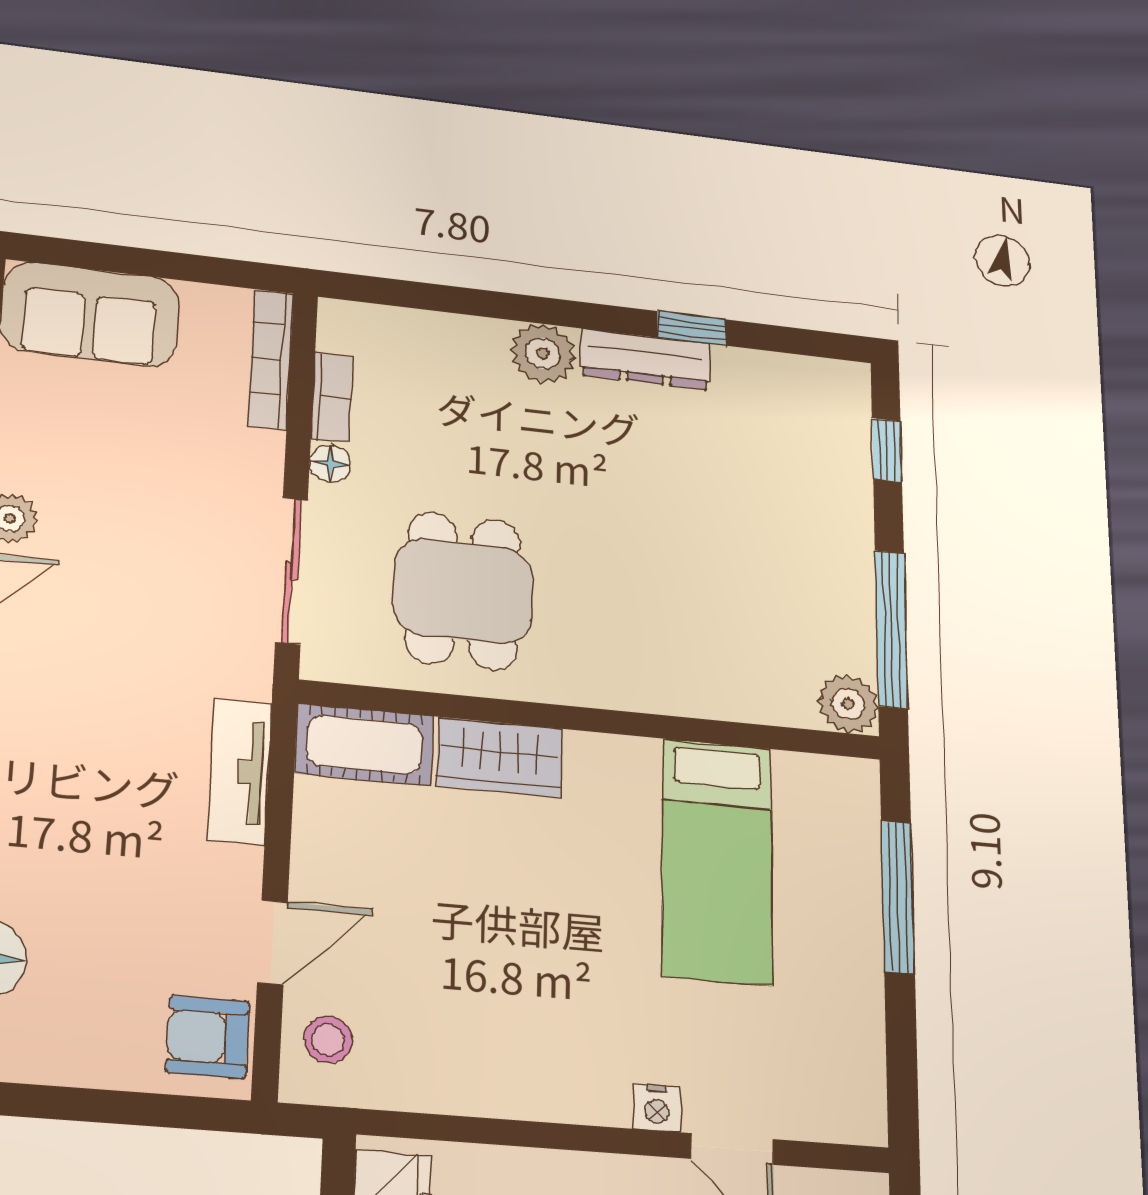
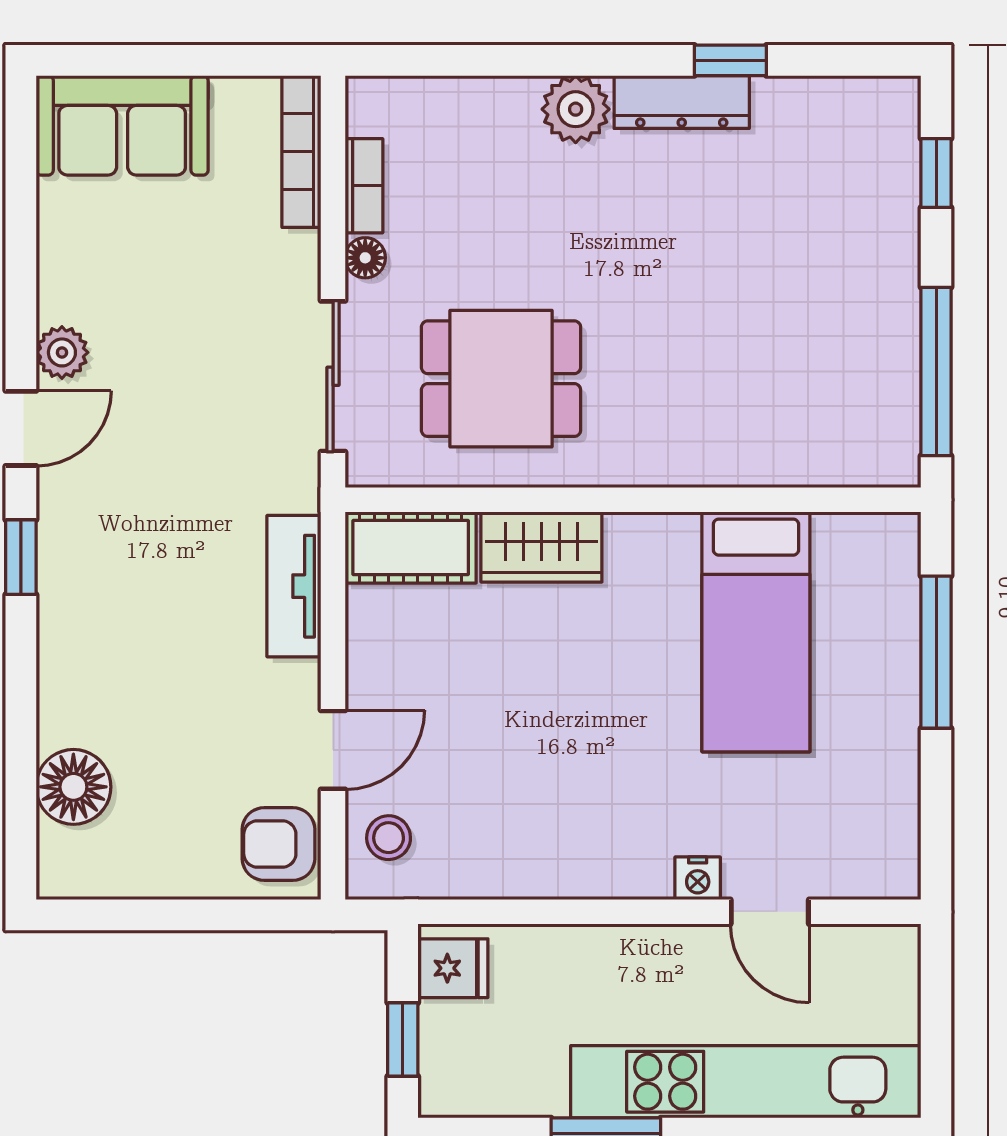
dining table: (463, 591) -> (501, 379), turned 90
plant: (848, 704) -> (890, 456), removed

